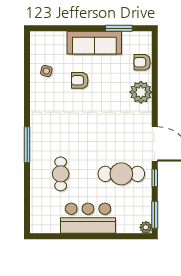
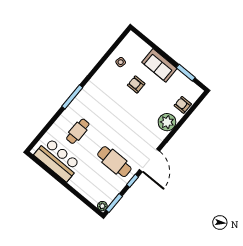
sofa: (94, 43) -> (159, 65), width x0.73
bar counter: (88, 218) -> (58, 160), moved

